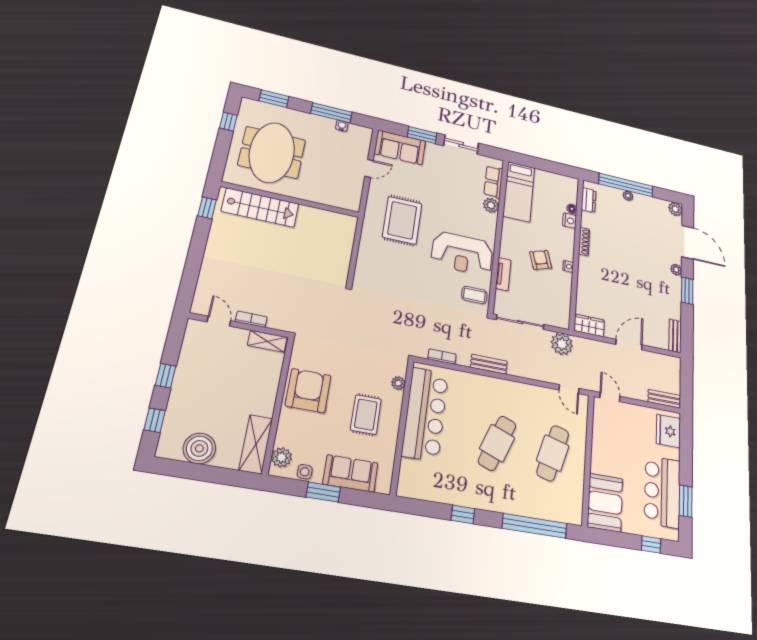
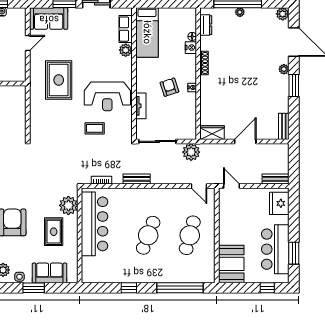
coffee table: (474, 295) -> (95, 128), moved
plant: (398, 383) -> (68, 205), width x1.88, depth x1.88

